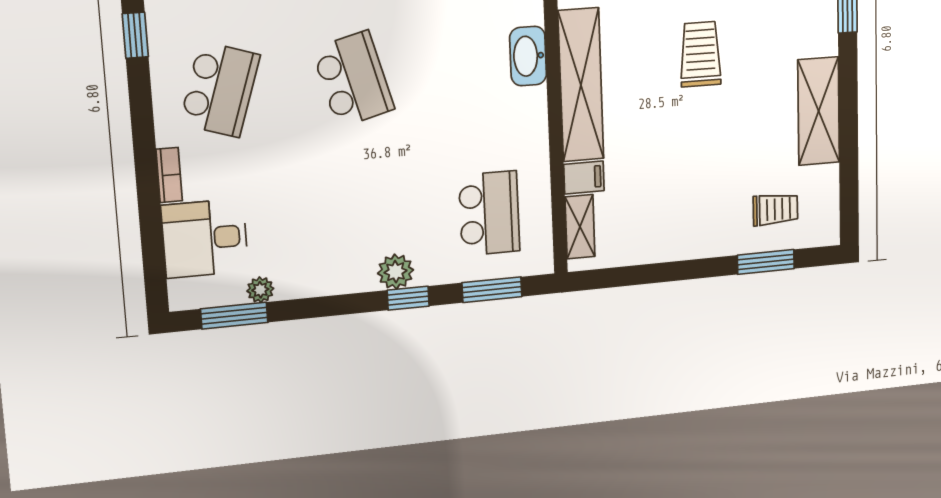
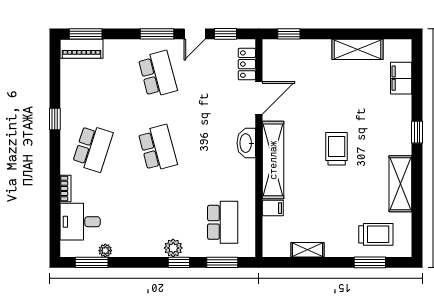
trolley: (775, 209) -> (376, 234), width x1.36, depth x1.39
shelving: (580, 227) -> (308, 250), moved, turned 90

